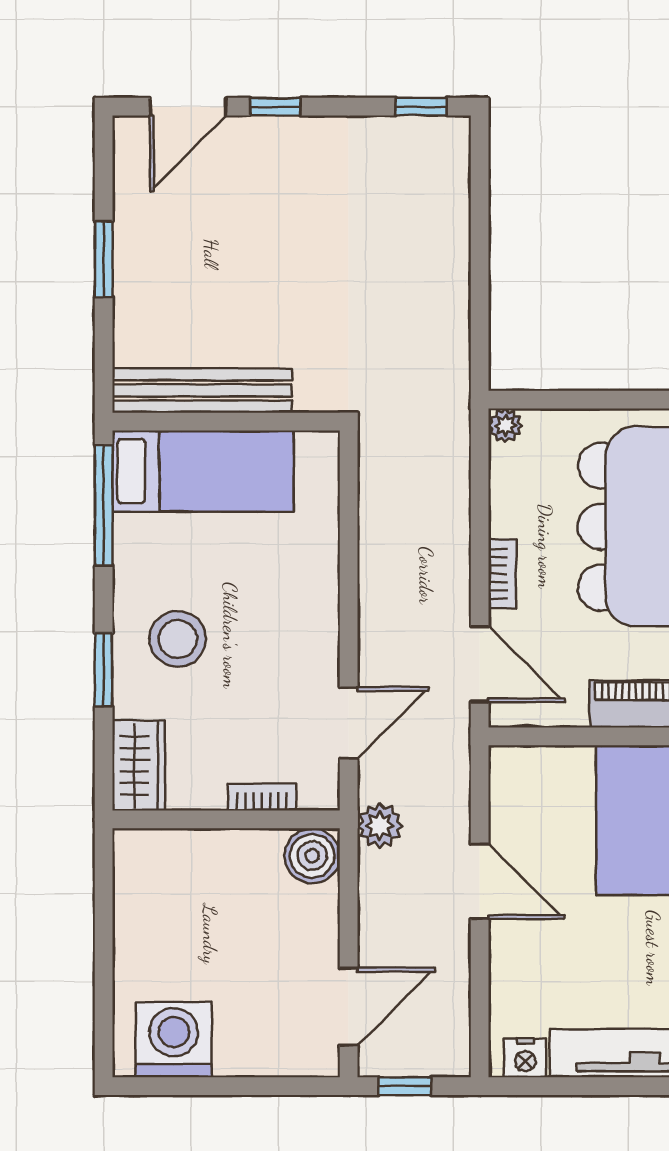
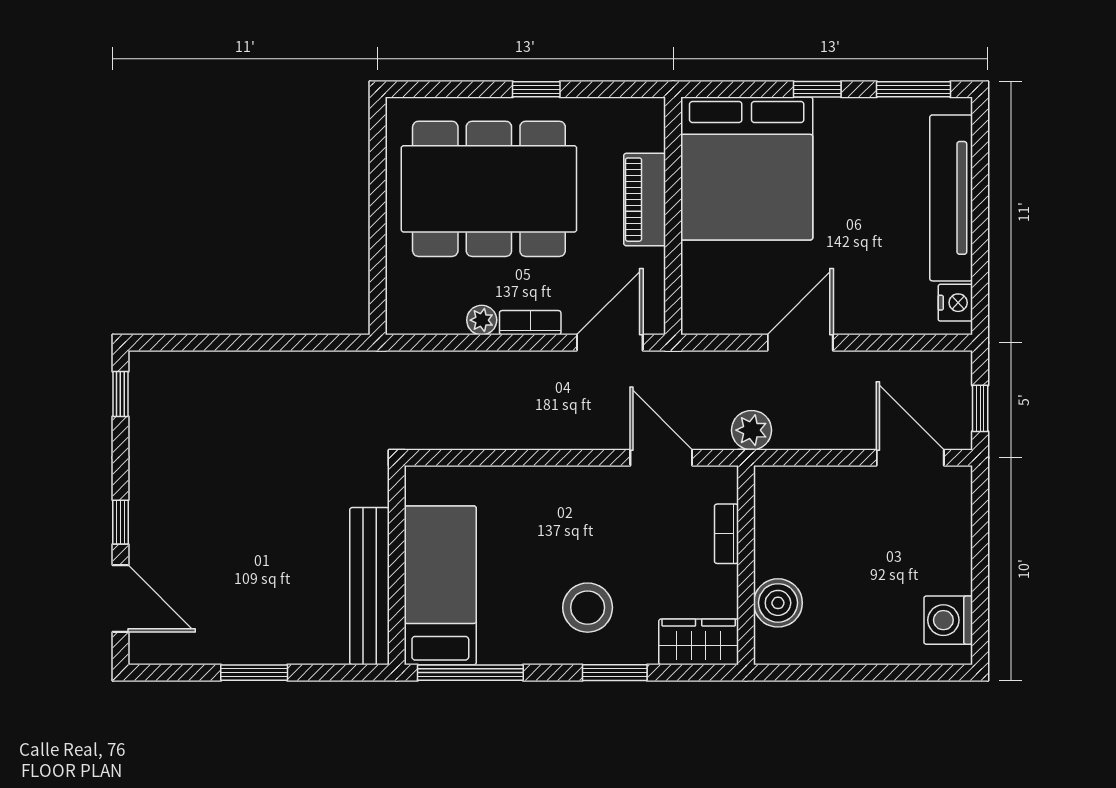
plant: (505, 425) -> (482, 320), moved
boiler: (312, 856) -> (778, 603), moved
washing machine: (174, 1040) -> (948, 620), width x0.73, depth x0.73

